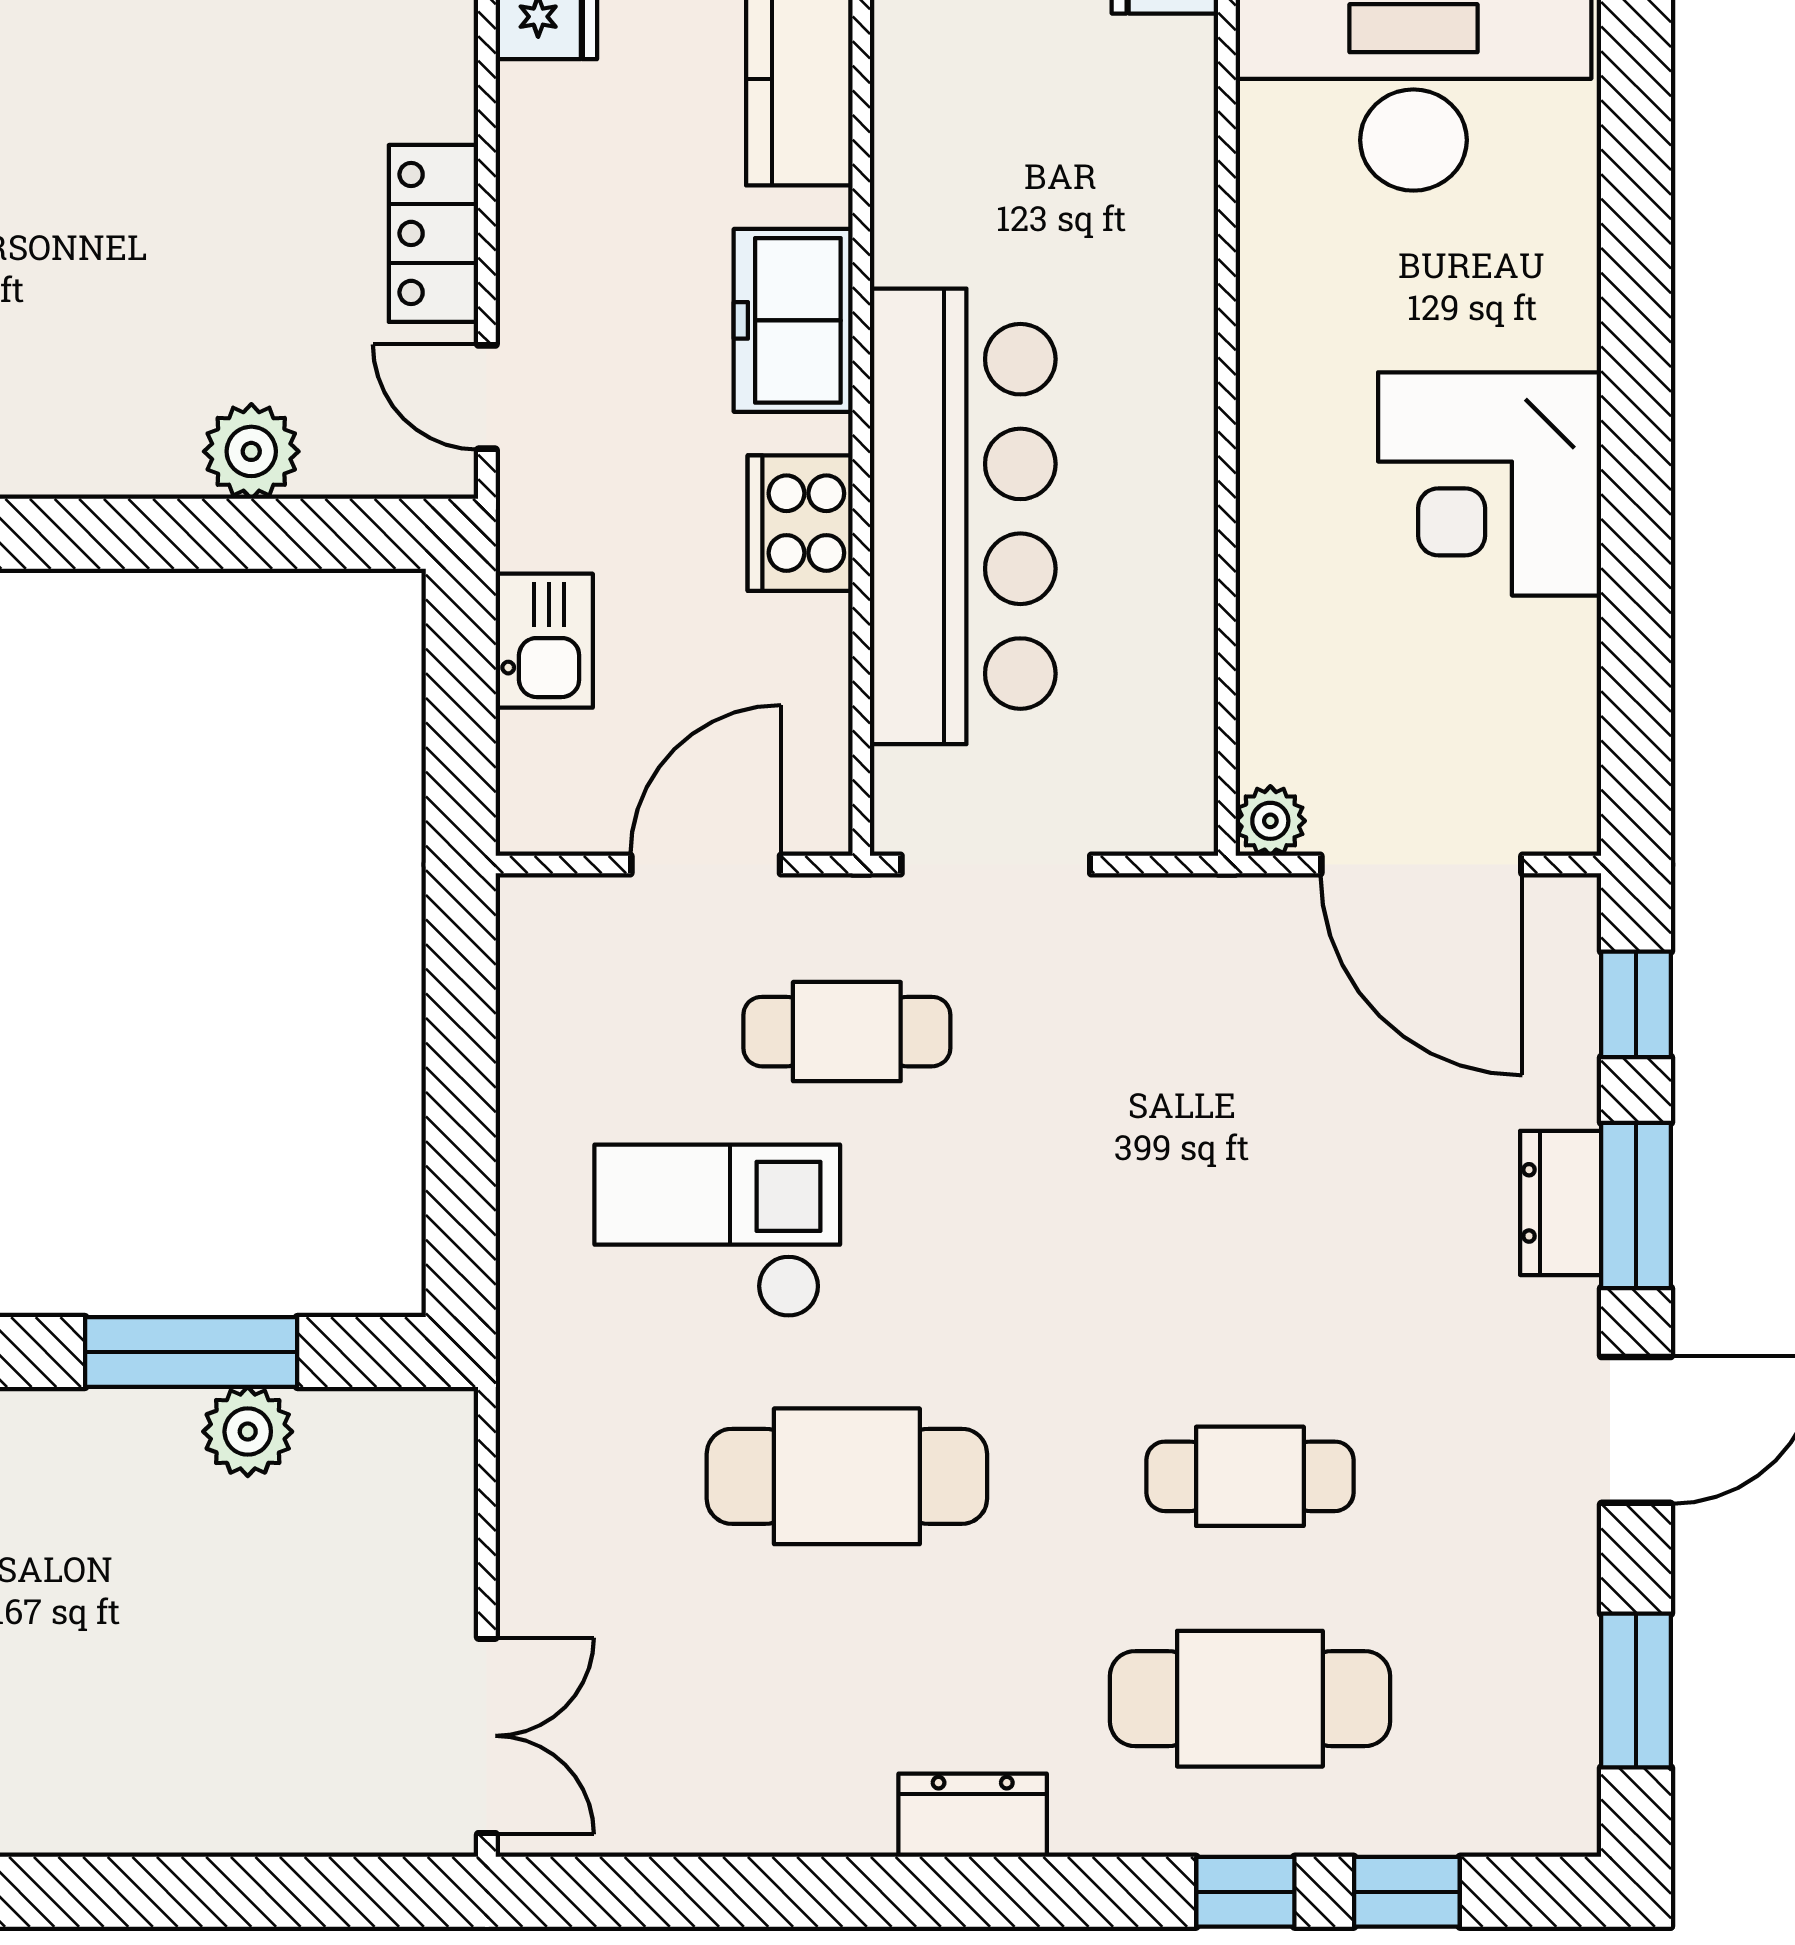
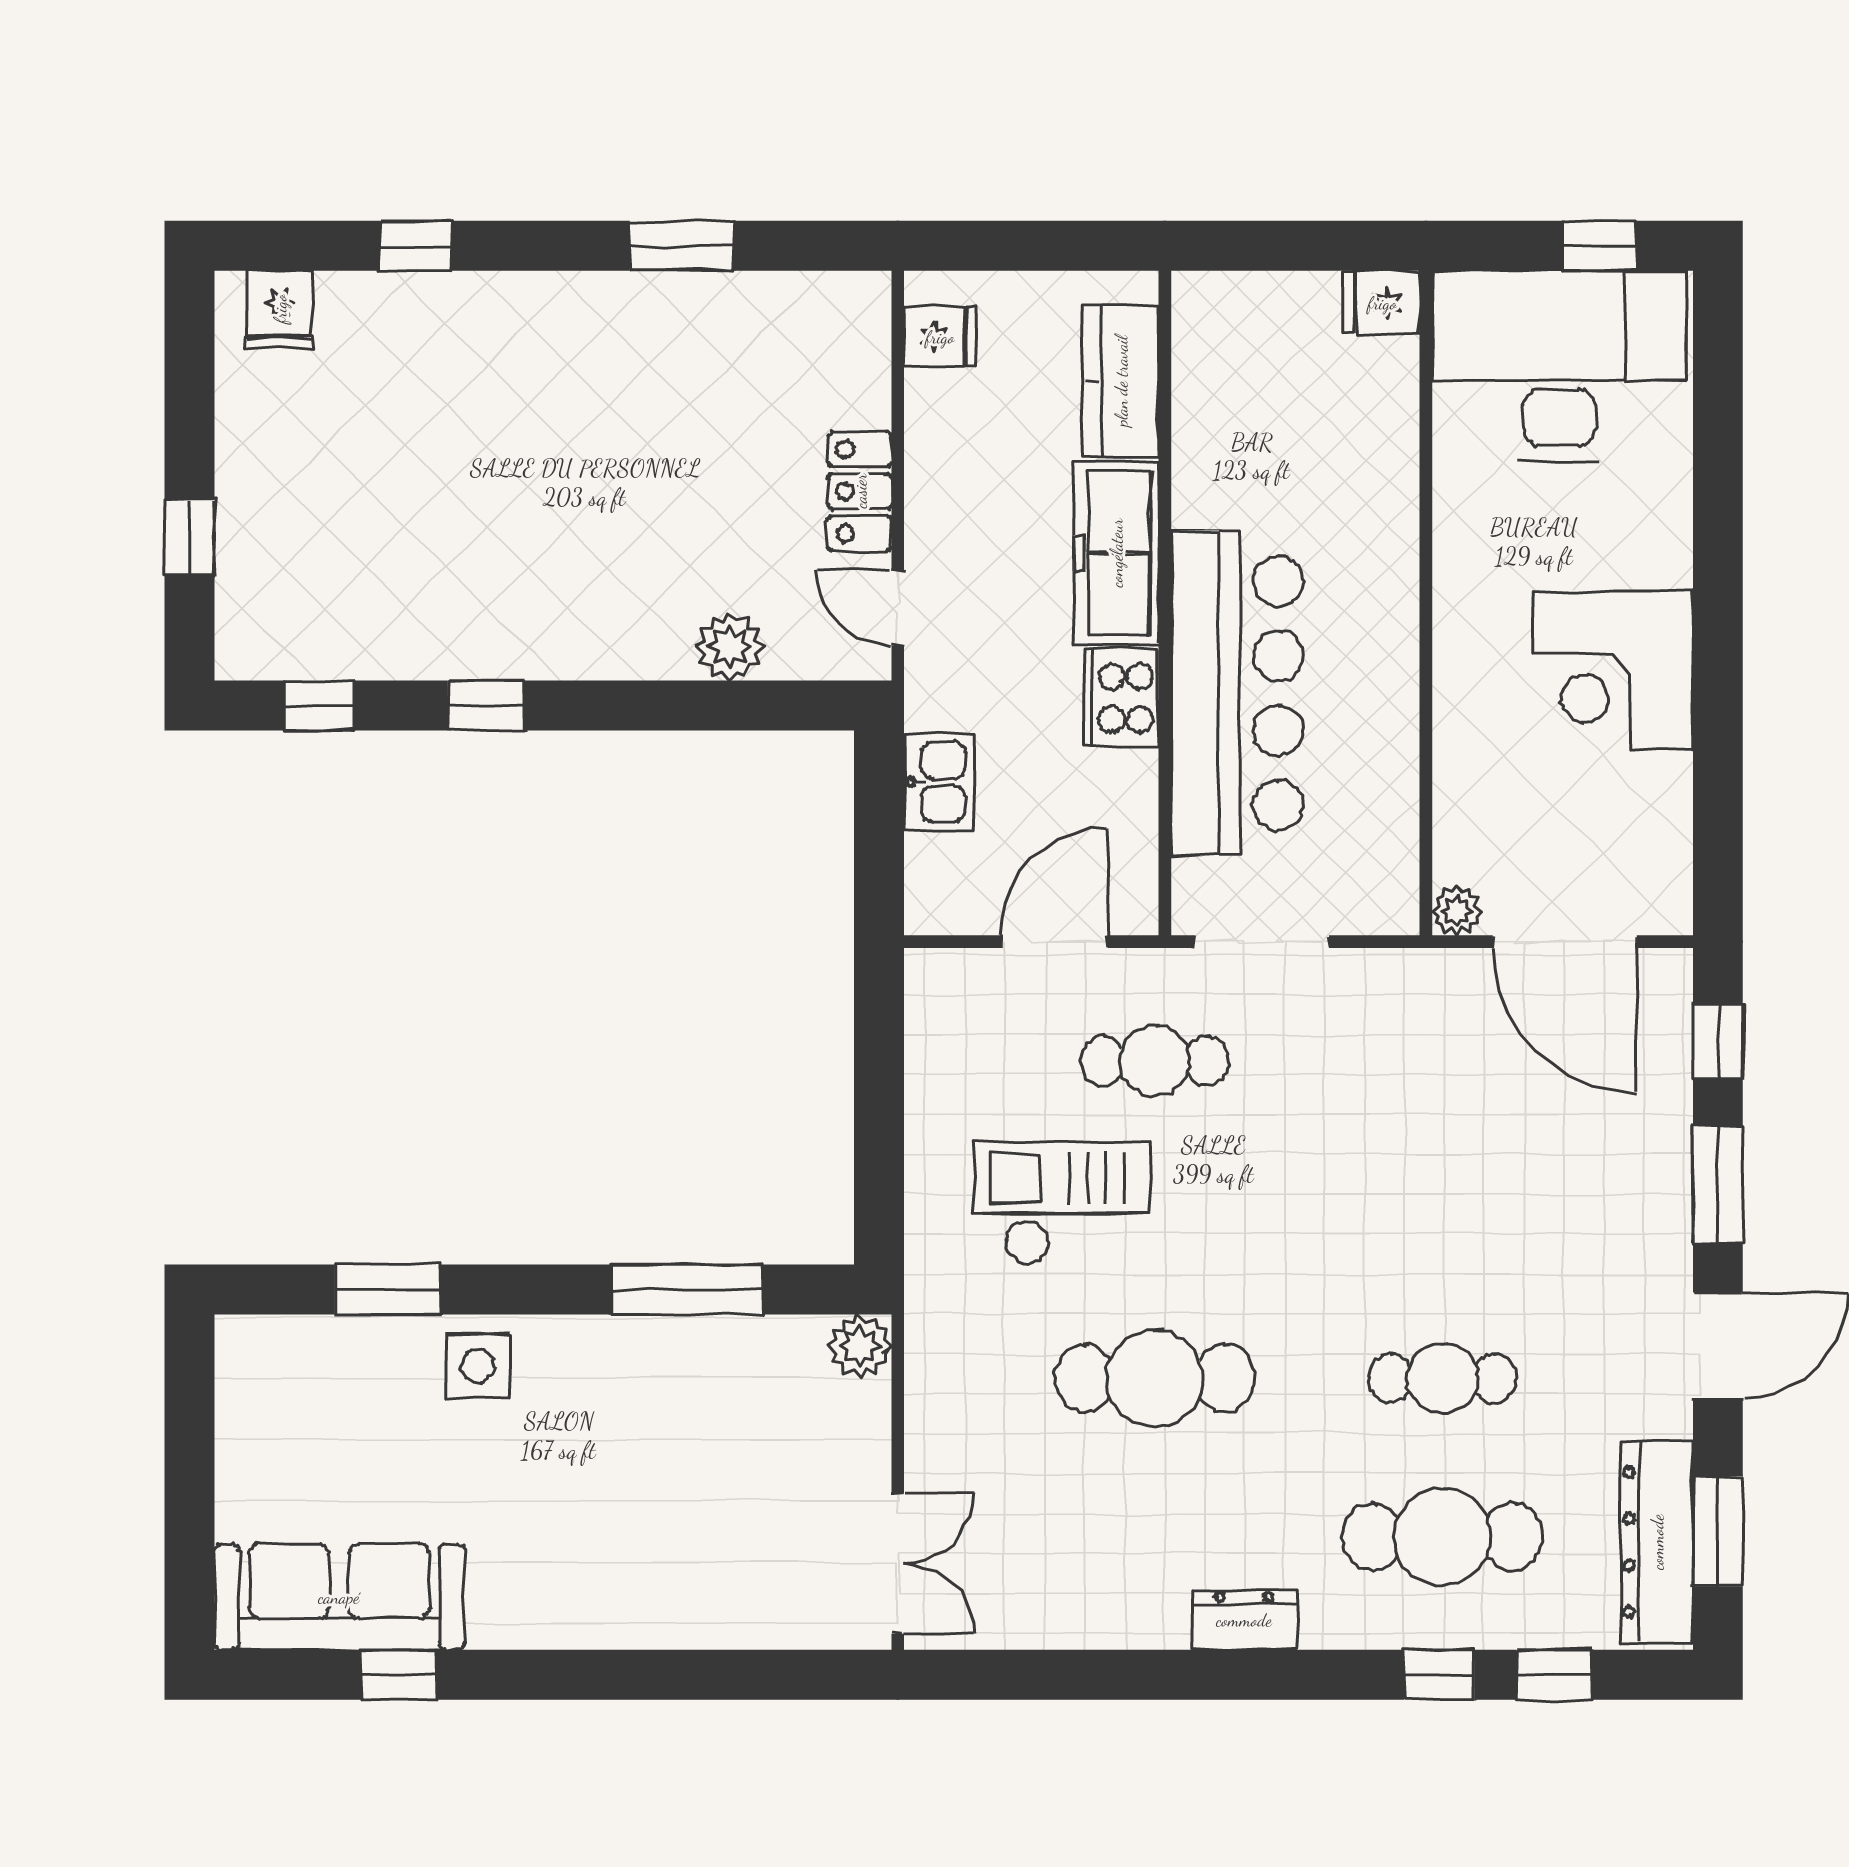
freezer: (793, 320) -> (1116, 553), width x1.40
dresser: (1561, 1203) -> (1657, 1542), moved, width x1.96, depth x1.24
plant: (248, 1432) -> (860, 1346), moved

